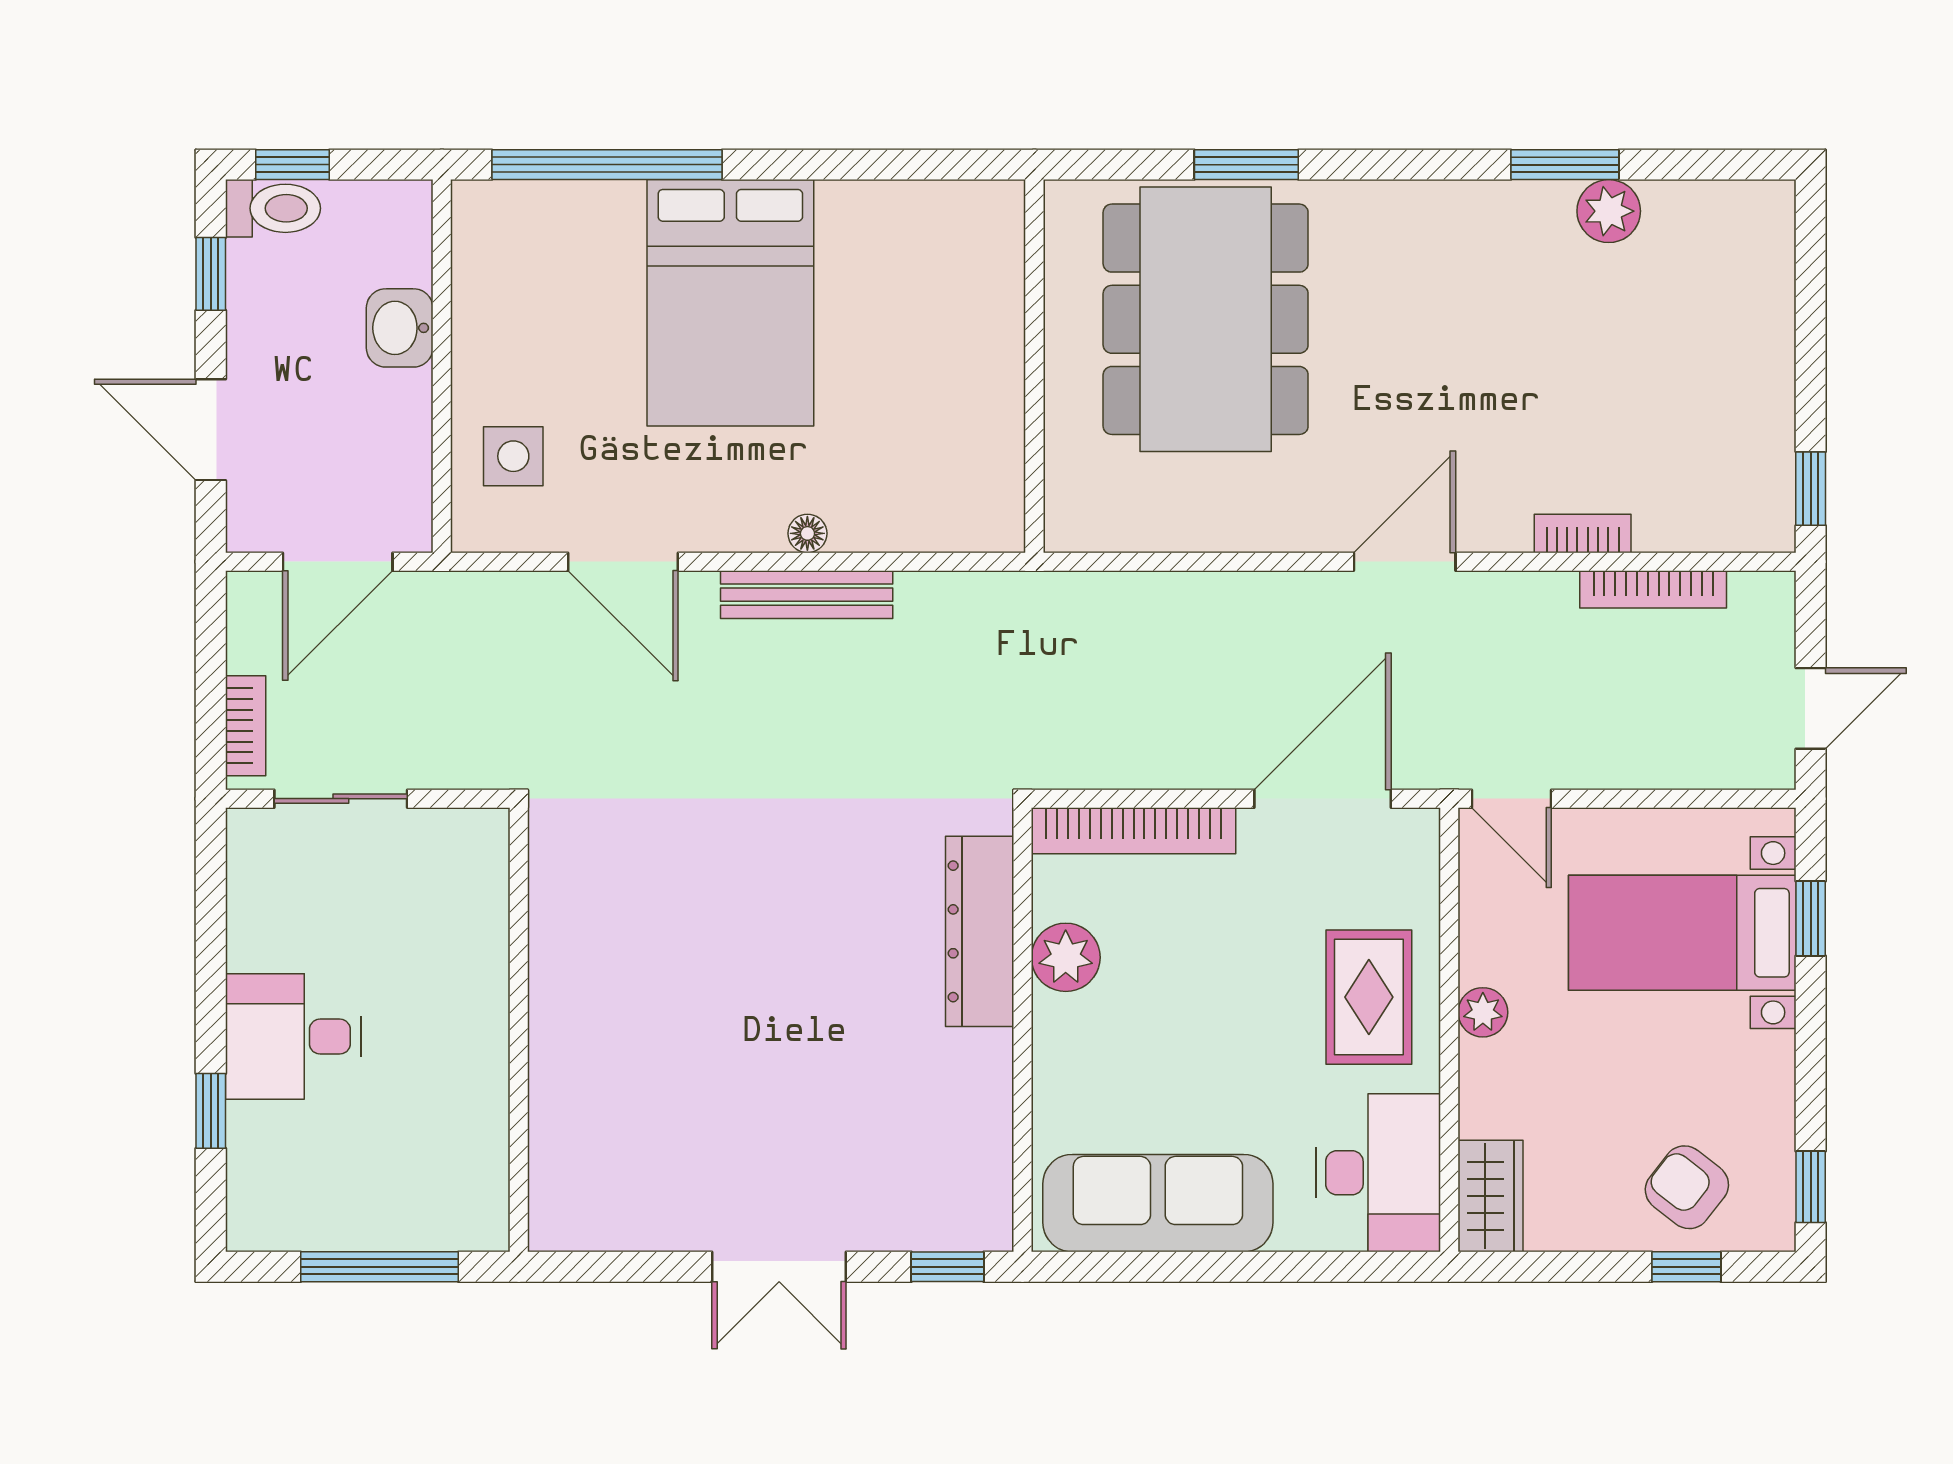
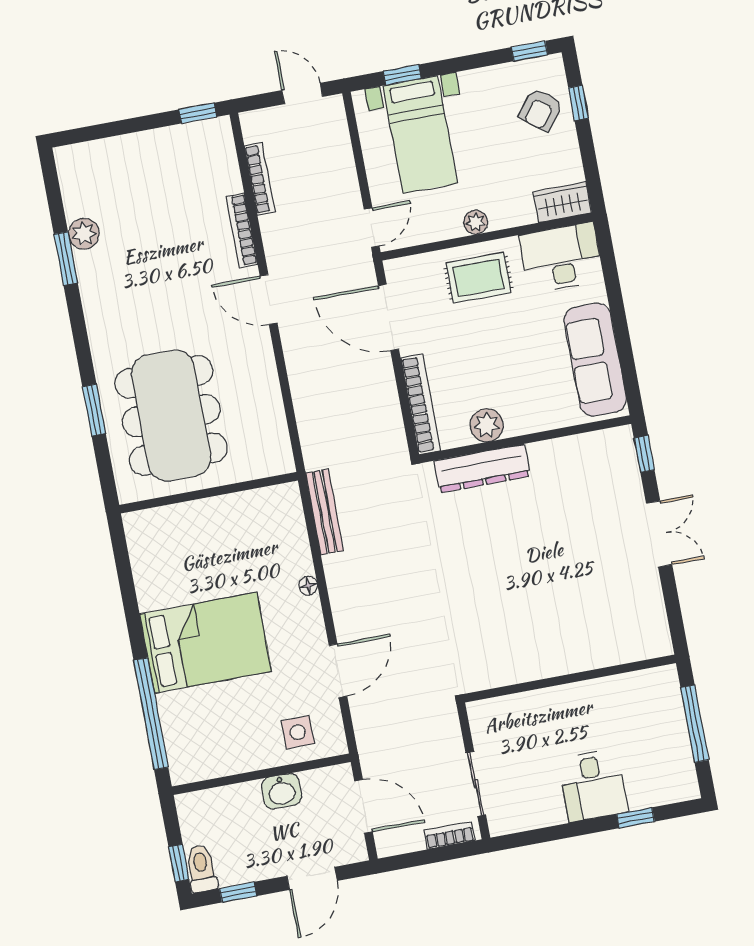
dining table: (1206, 319) -> (171, 416), turned 90
washbasin: (400, 328) -> (282, 791), moved
bookcase: (1583, 533) -> (242, 230), width x1.56
bench: (807, 595) -> (325, 512), moved

